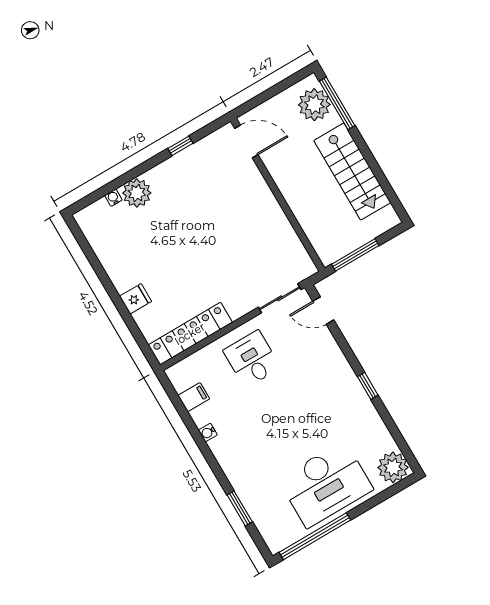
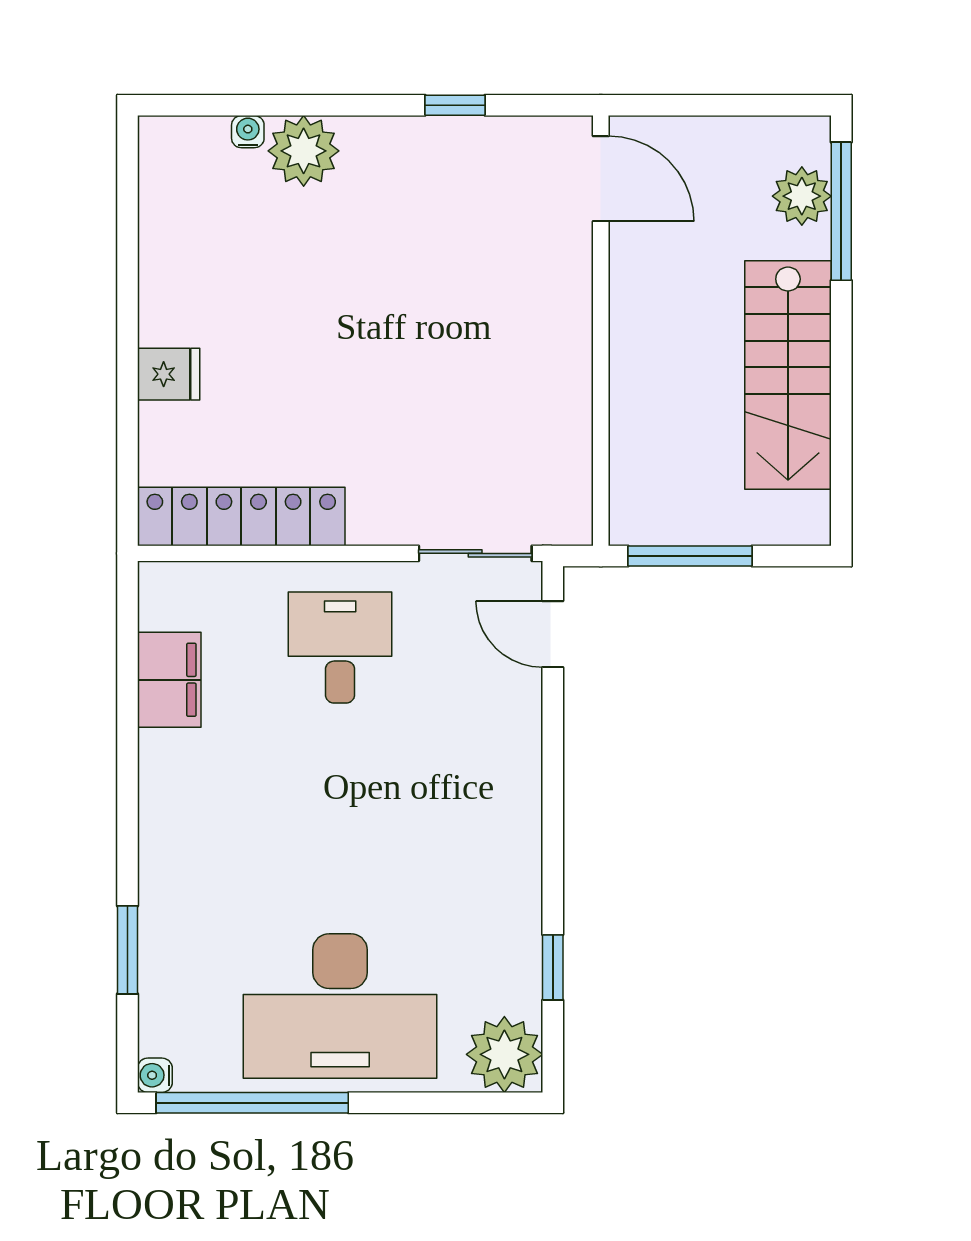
plant: (314, 105) -> (802, 196), width x0.73, depth x0.73
window: (368, 386) -> (553, 967), moved
filing cabinet: (194, 397) -> (169, 680), width x2.00
water cooler: (208, 432) -> (155, 1075), moved

